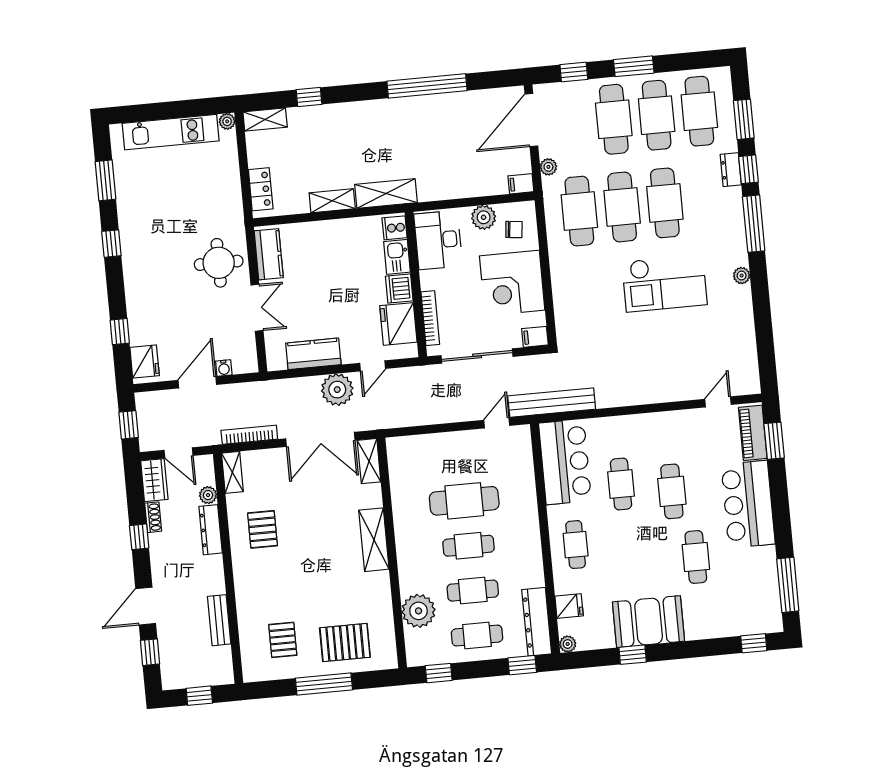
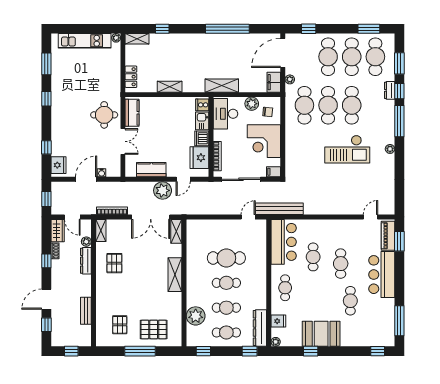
window: (634, 66) -> (369, 29), moved
filing cabinet: (521, 184) -> (274, 82), width x2.00
shelving: (386, 194) -> (222, 86), moved

